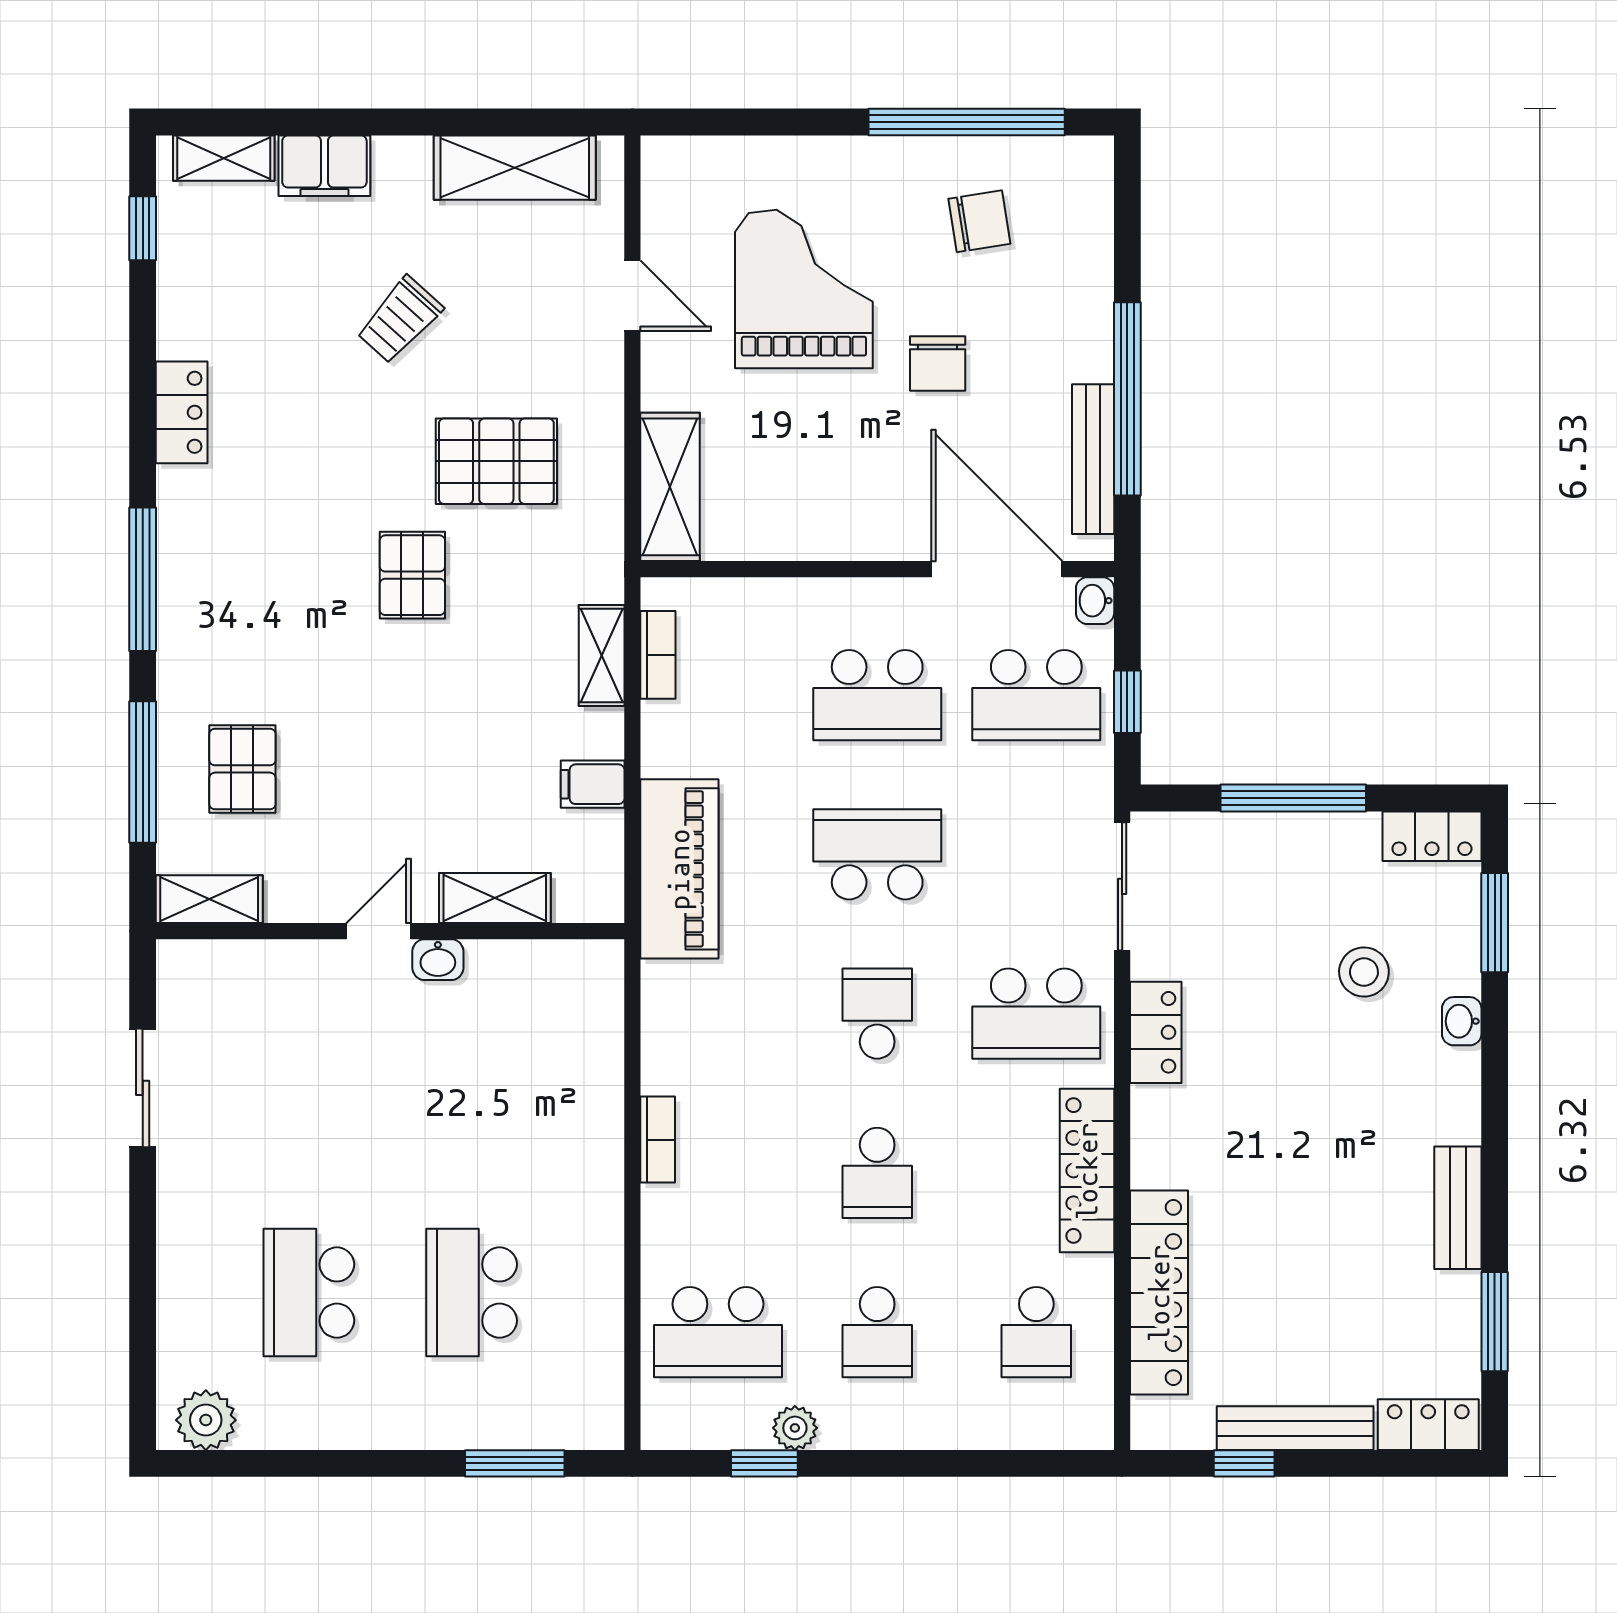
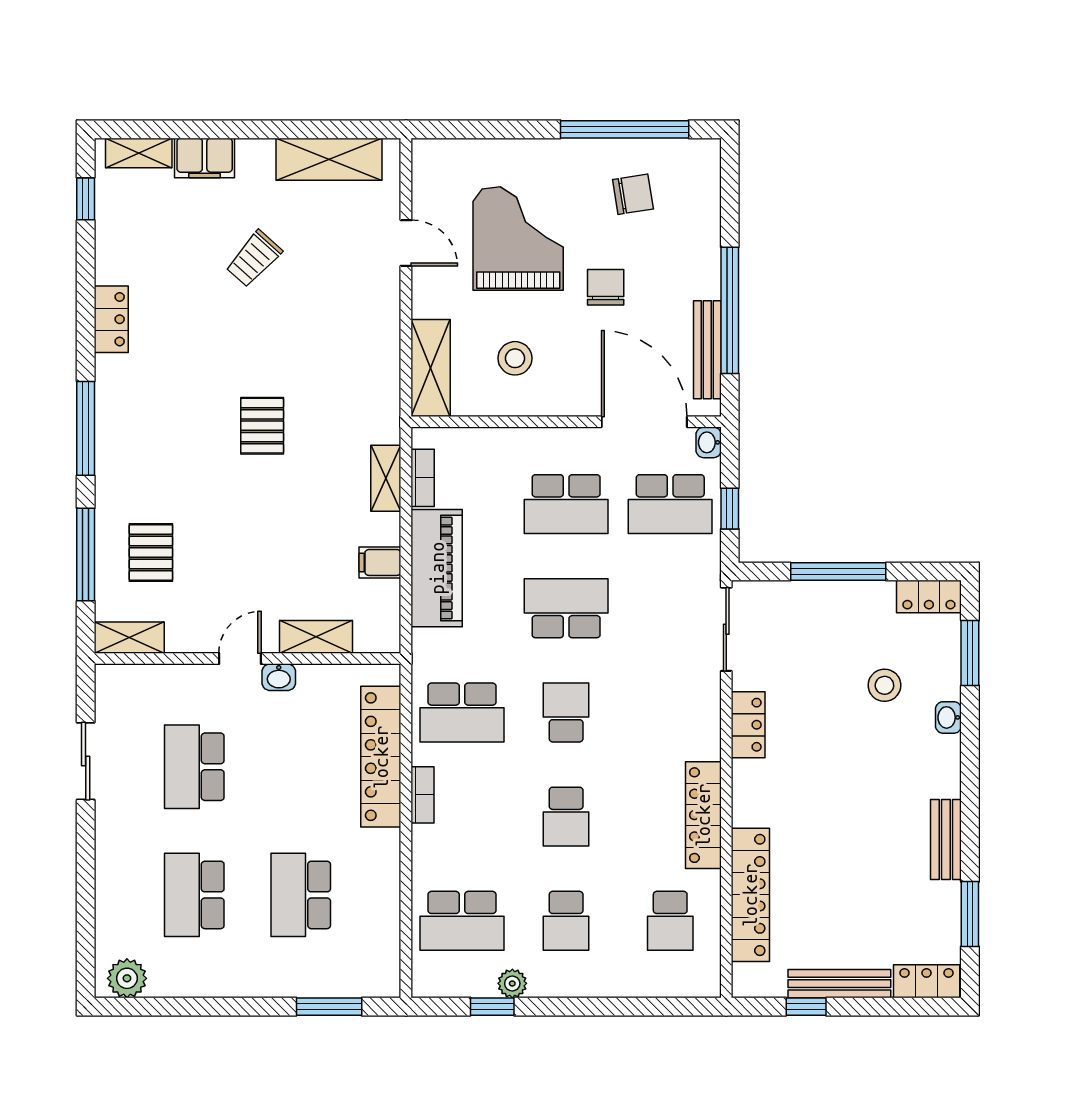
chair: (938, 363) -> (606, 287), turned 180
pallet: (496, 461) -> (317, 351), removed
stool: (799, 472) -> (515, 358), added
piano: (679, 869) -> (437, 568), moved
school desk: (1036, 1014) -> (462, 712), moved
locker: (594, 1081) -> (381, 757), added
school desk: (309, 1097) -> (194, 767), added

